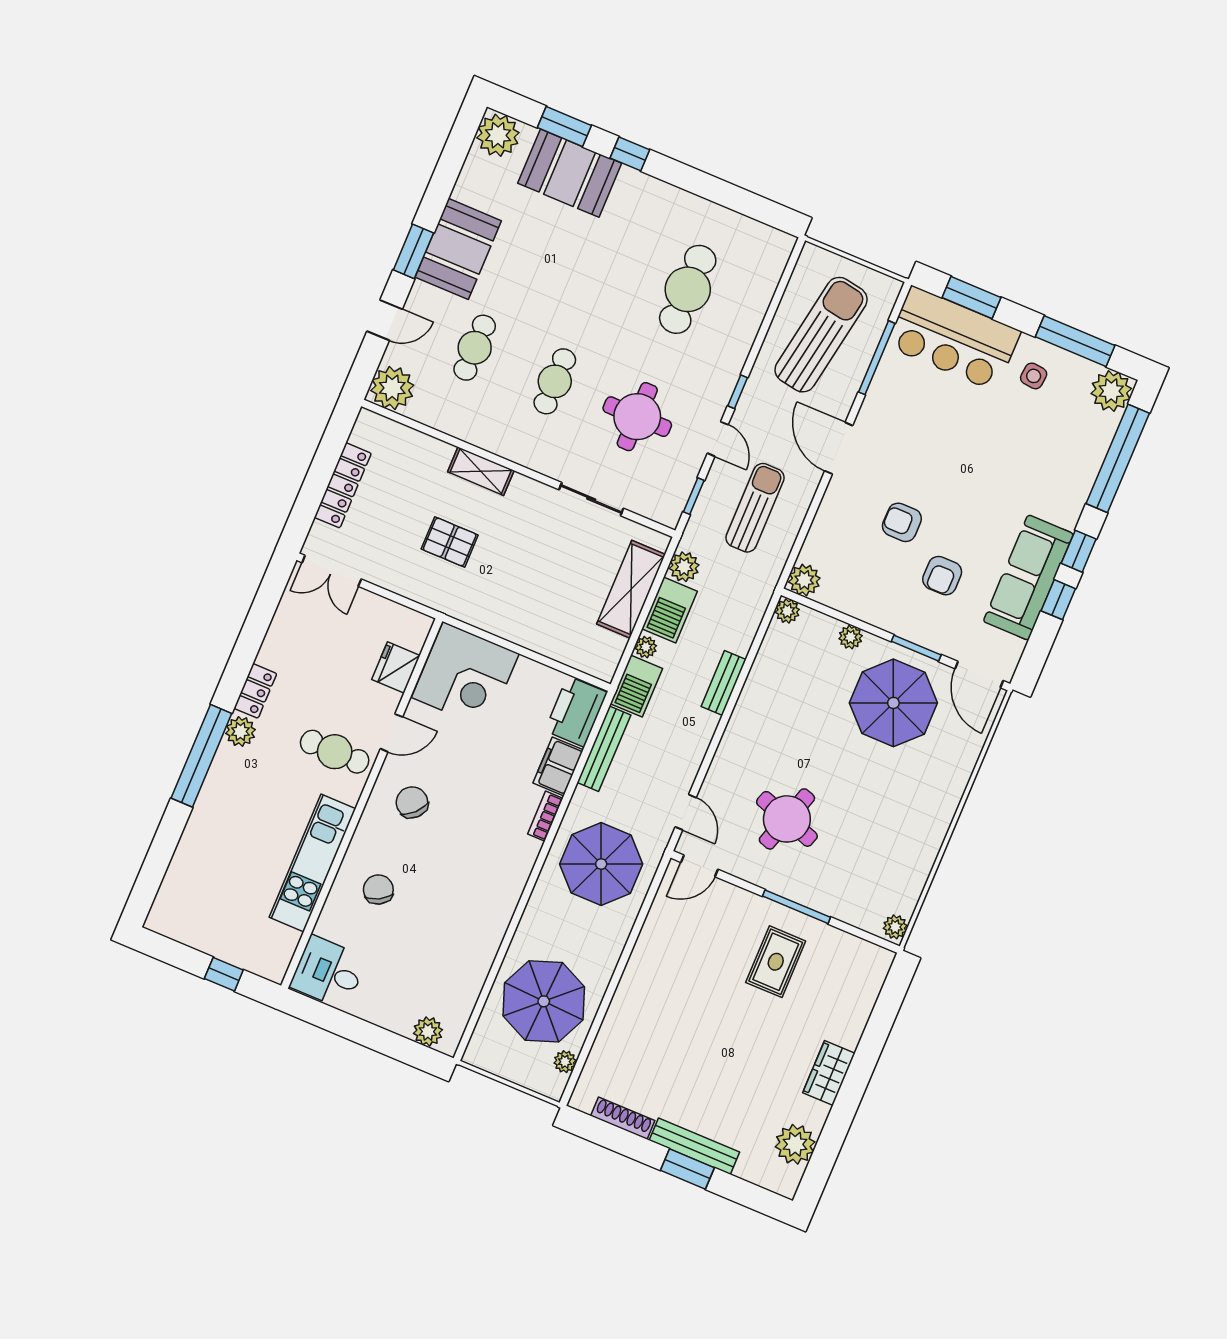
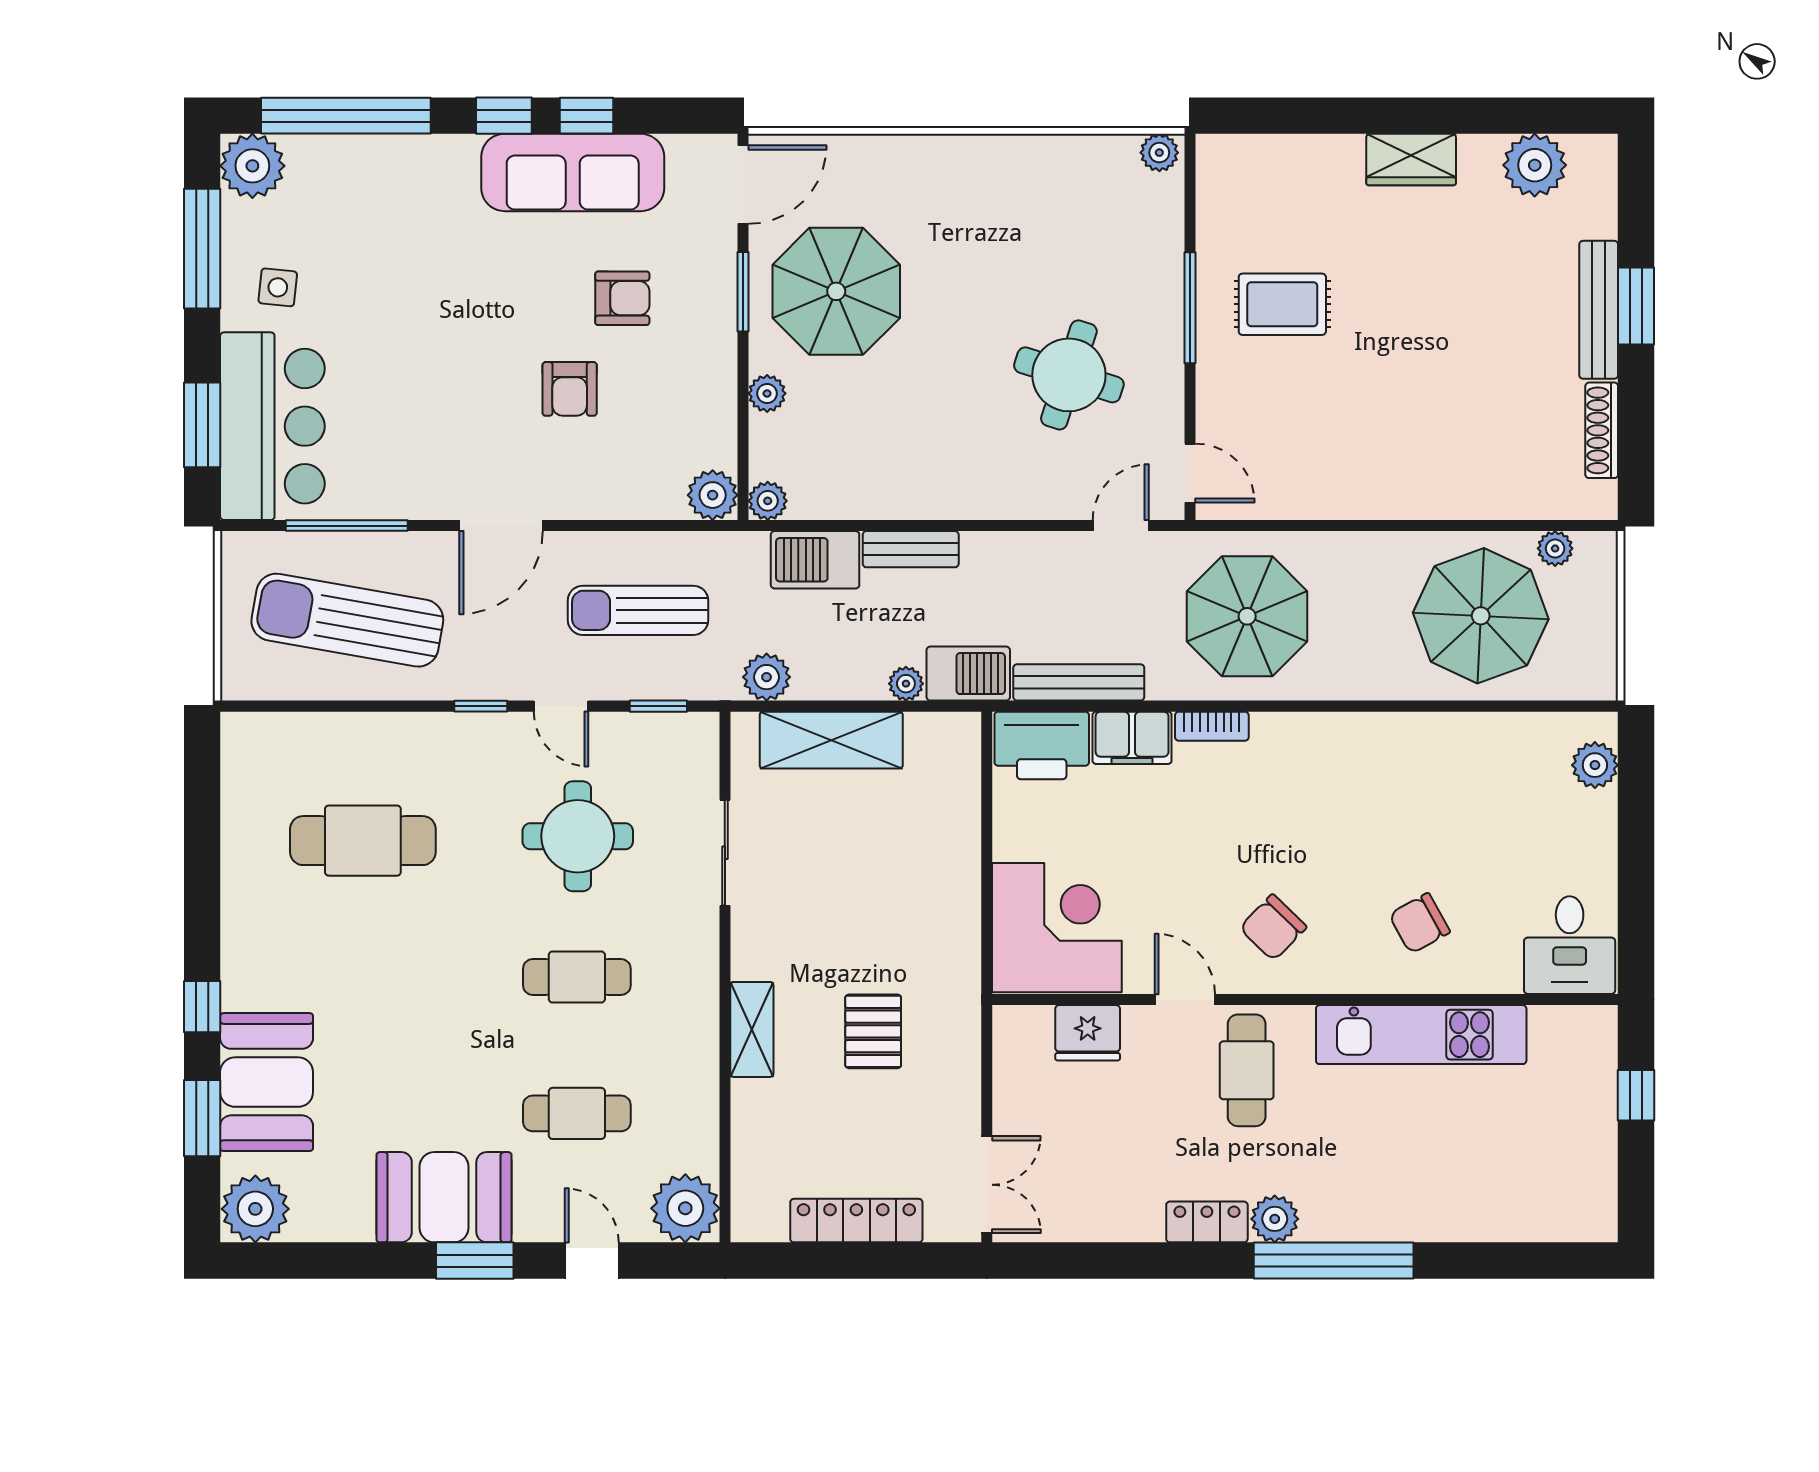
door: (718, 439) -> (561, 706), swing flipped
barbecue: (670, 610) -> (815, 560), moved, turned 180

